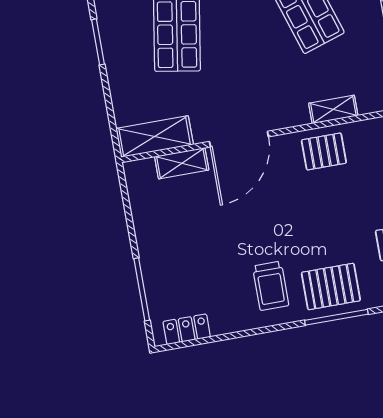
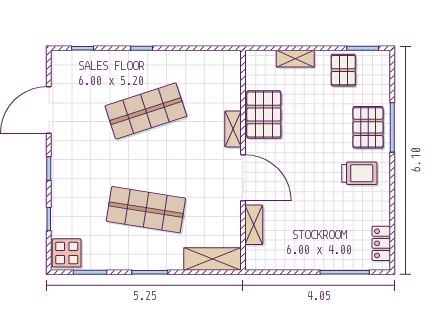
shelving: (333, 109) -> (233, 129), moved
shelving: (155, 137) -> (212, 259), moved, turned 90
pallet: (324, 151) -> (264, 115), width x1.50, depth x1.42

